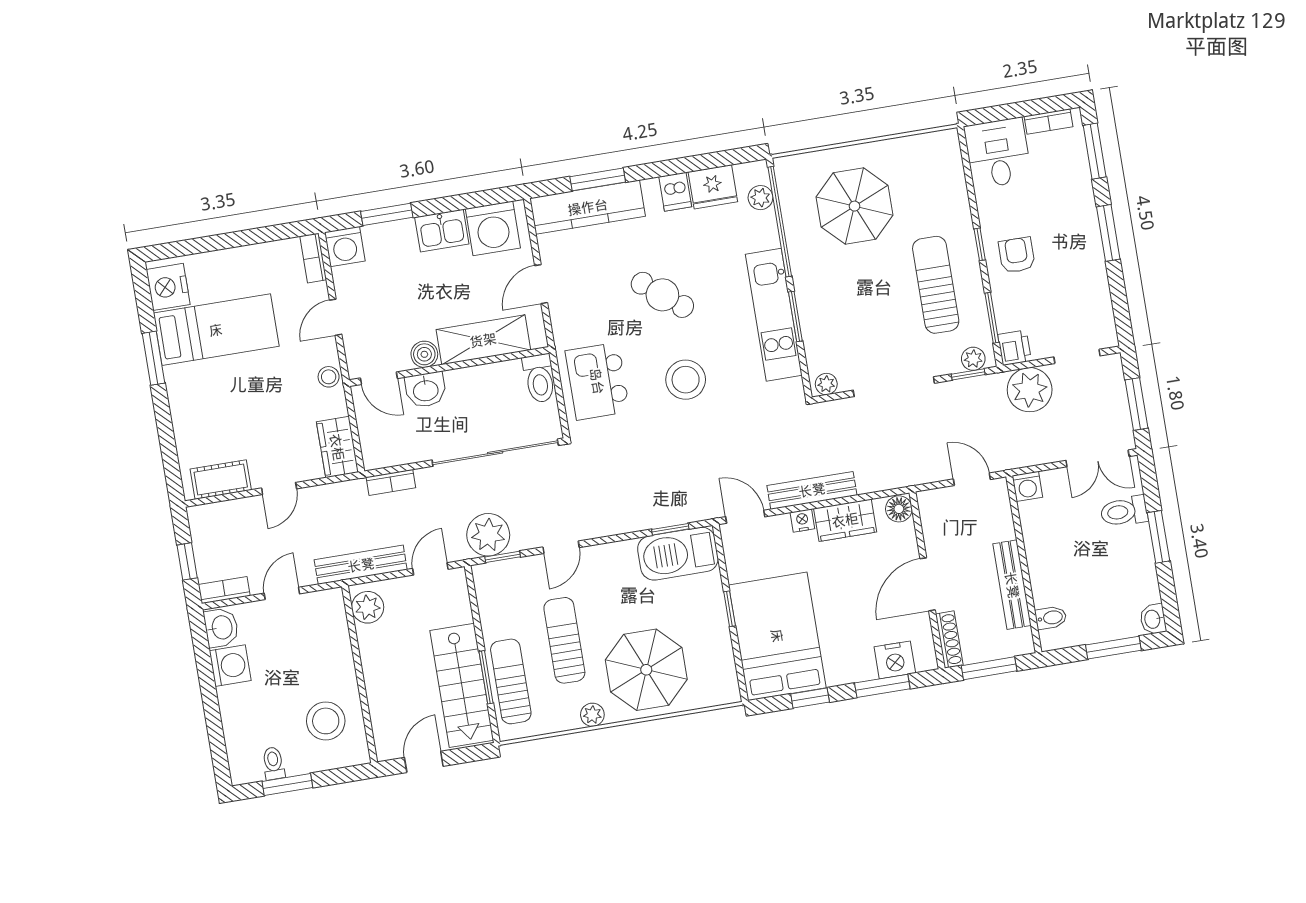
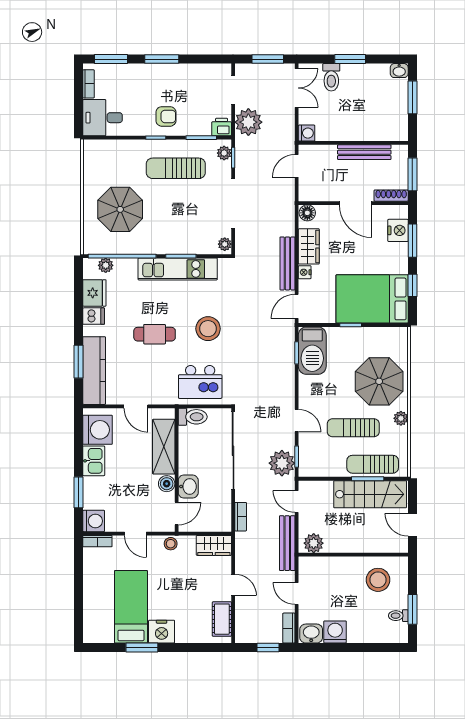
armchair: (1017, 255) -> (166, 116), turned 180
nightstand: (168, 287) -> (162, 632), moved
cafe table: (662, 295) -> (155, 334), turned 51
bidet: (1051, 618) -> (388, 132), removed

